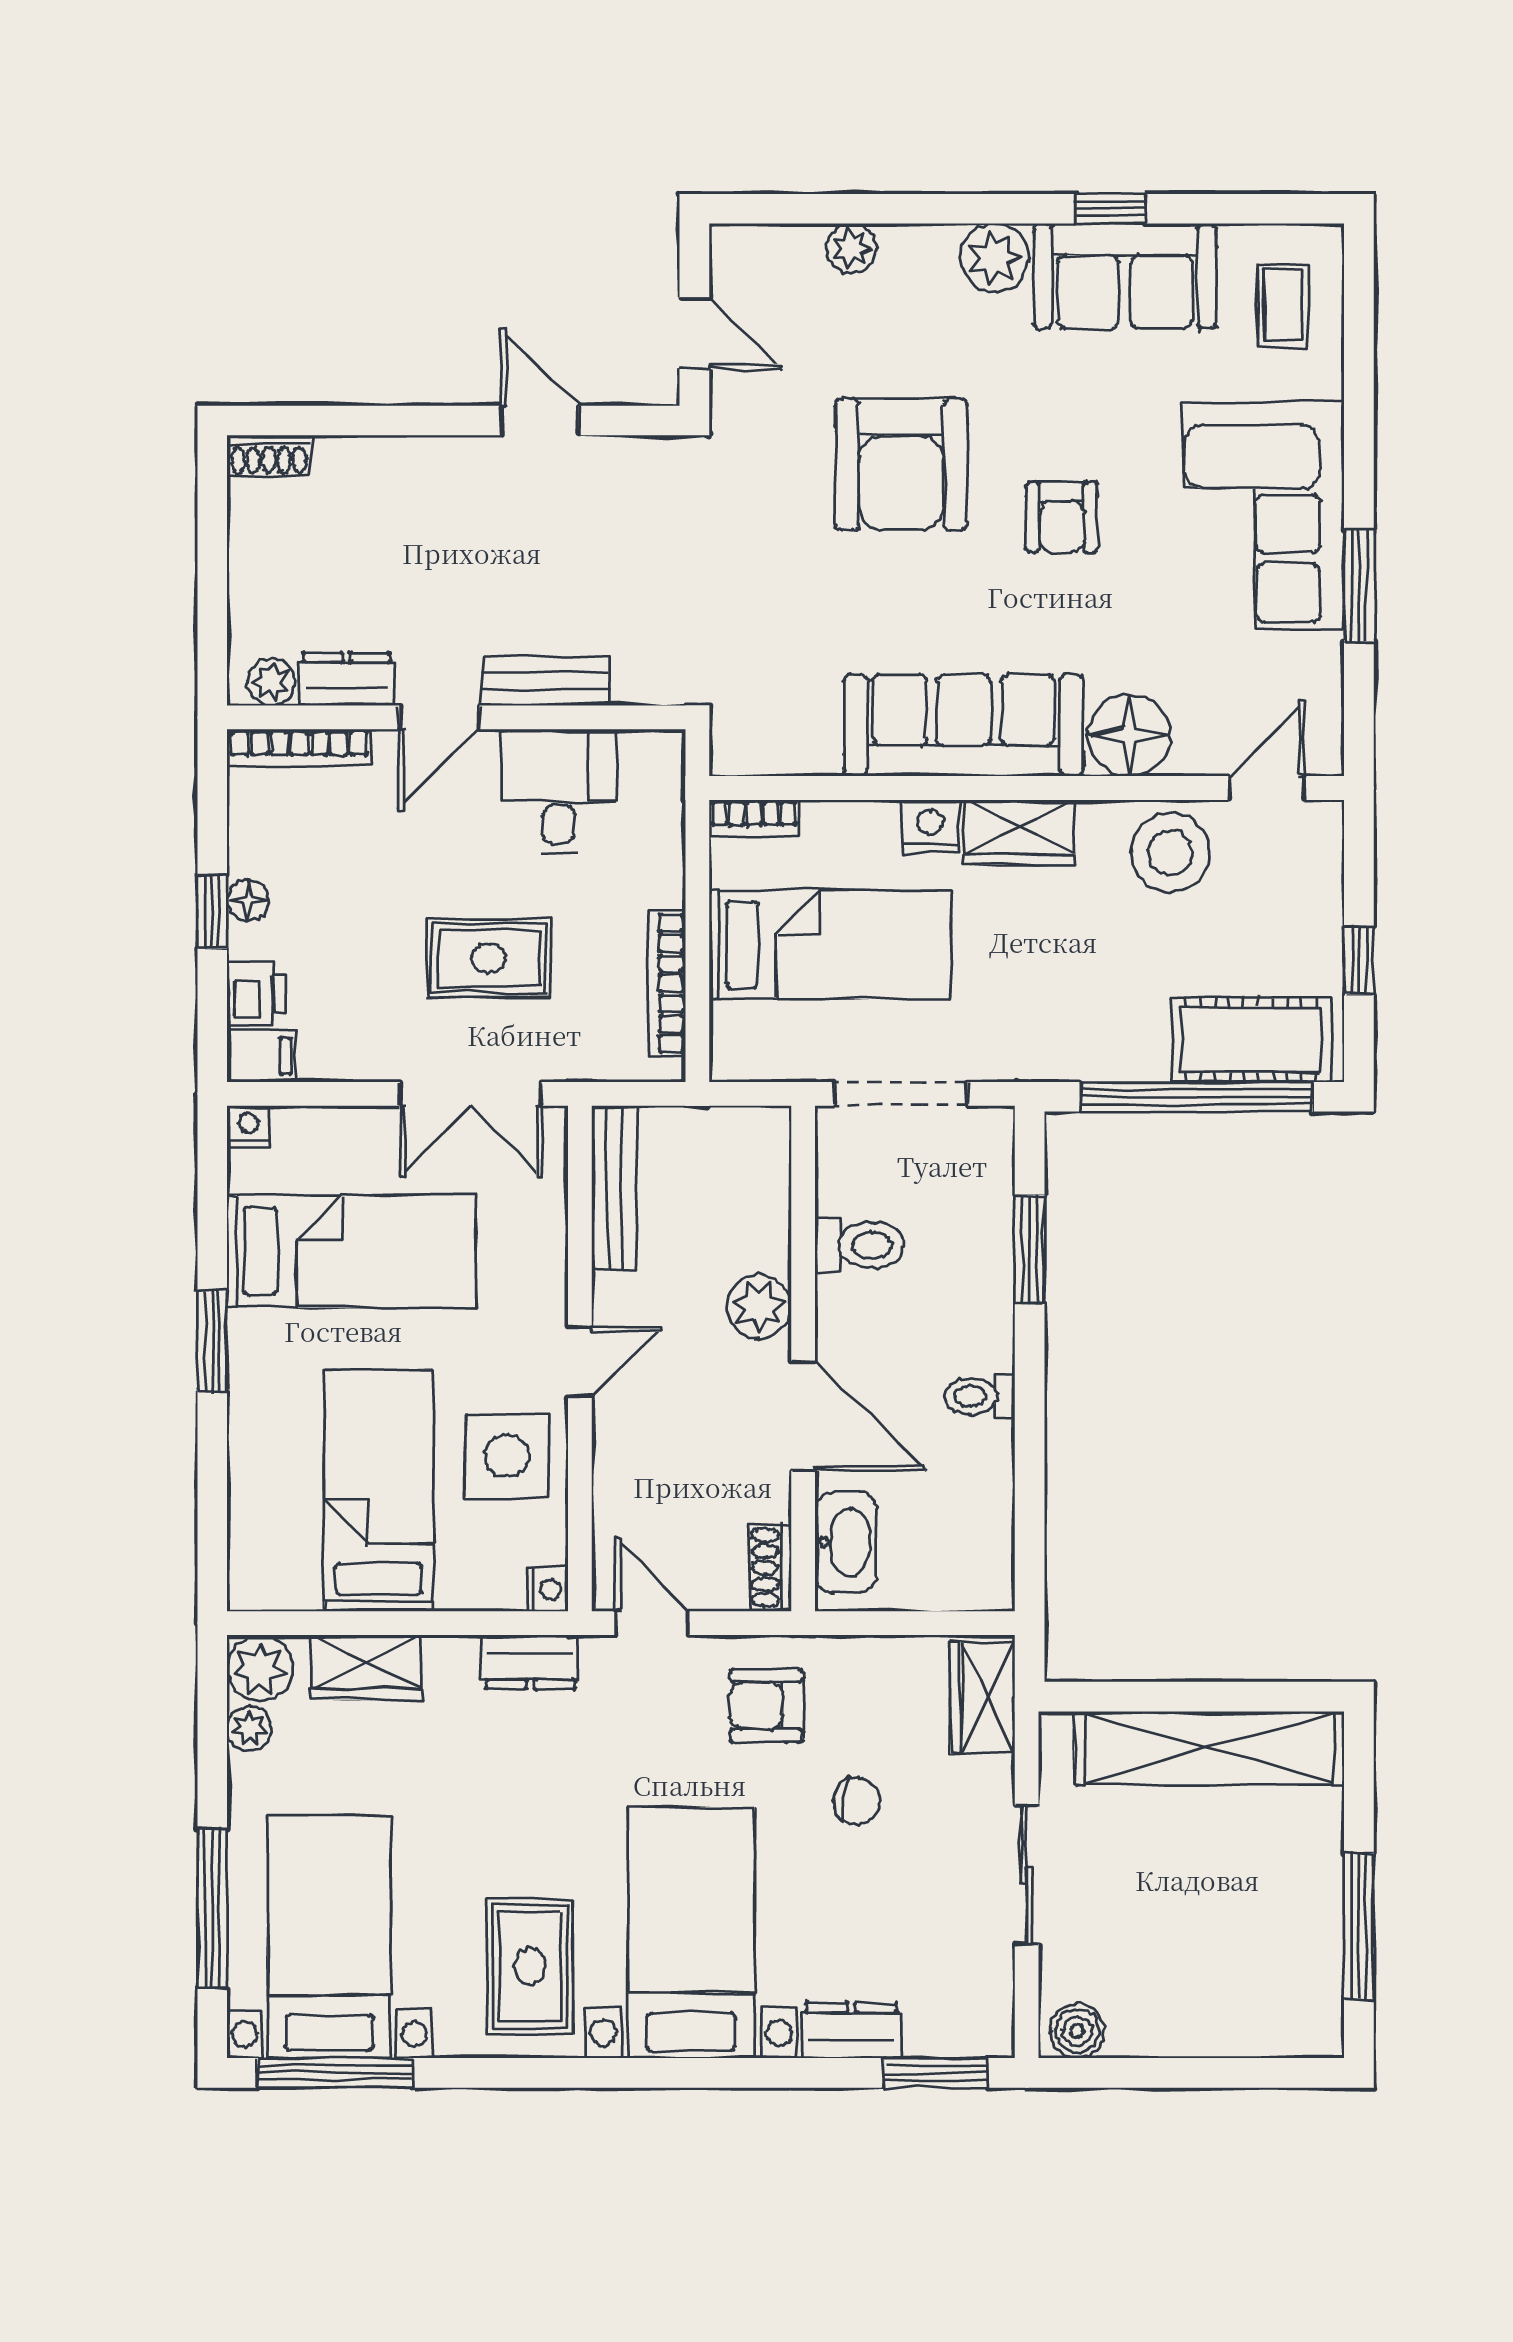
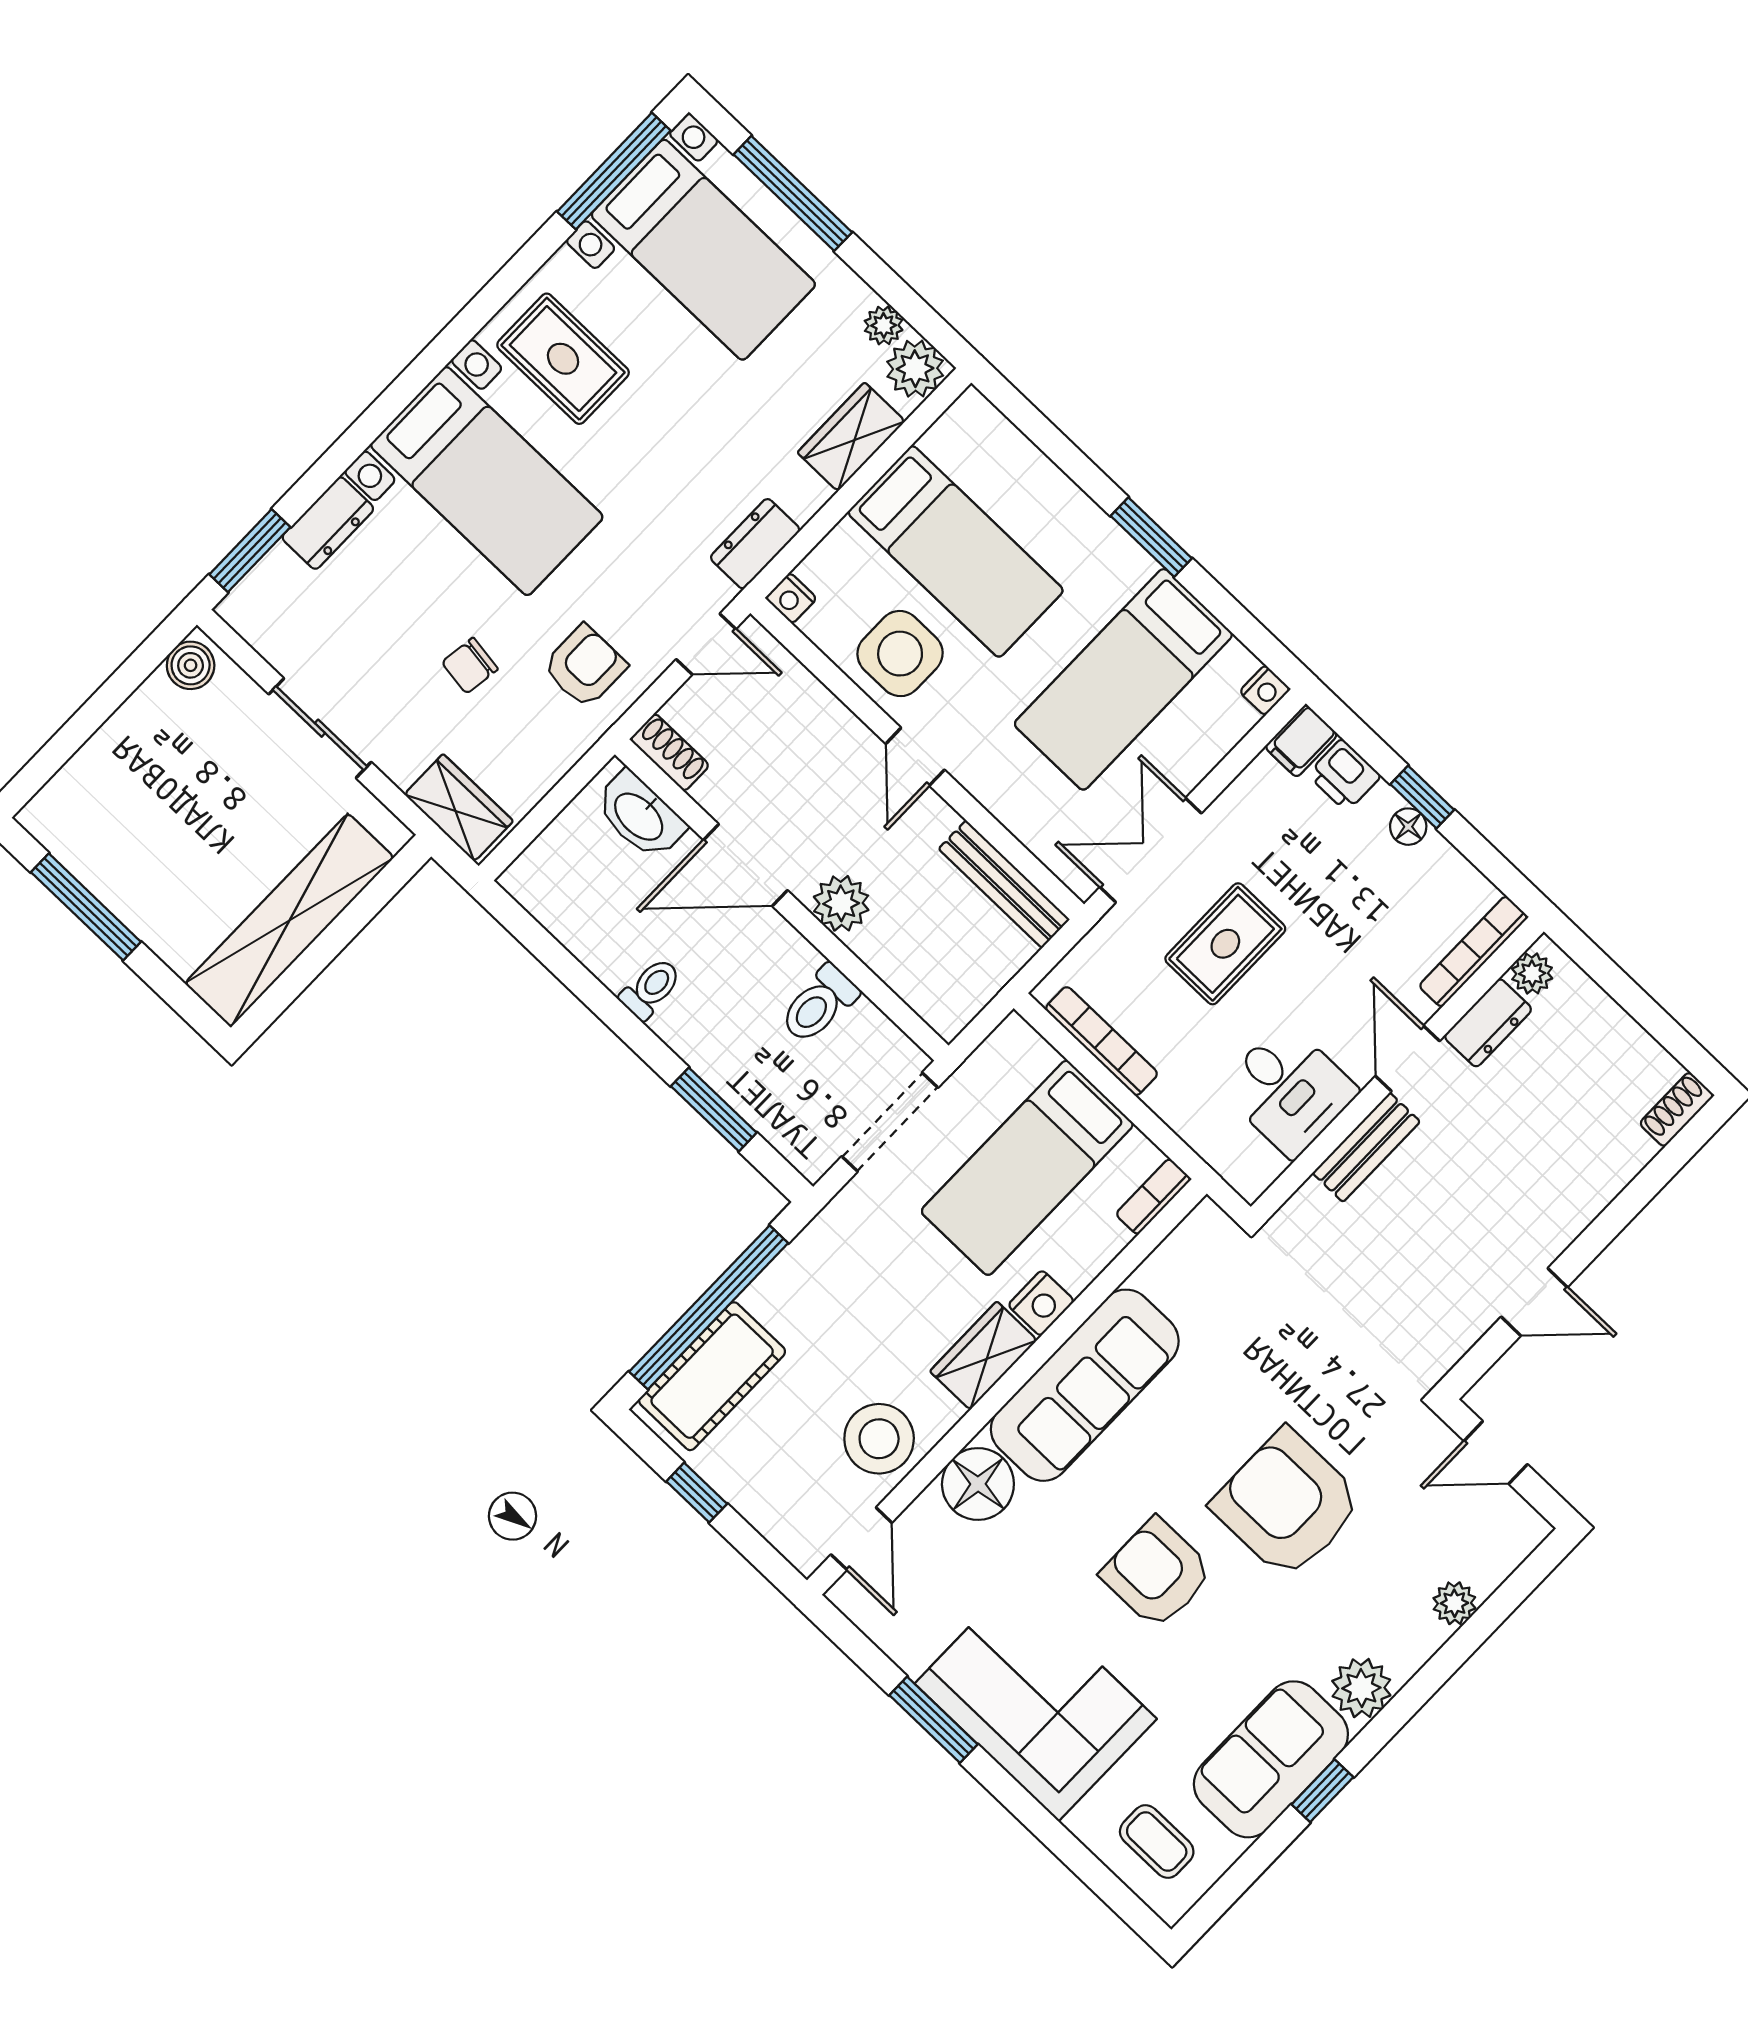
armchair: (1062, 517) -> (1157, 1573), width x1.38, depth x1.38

